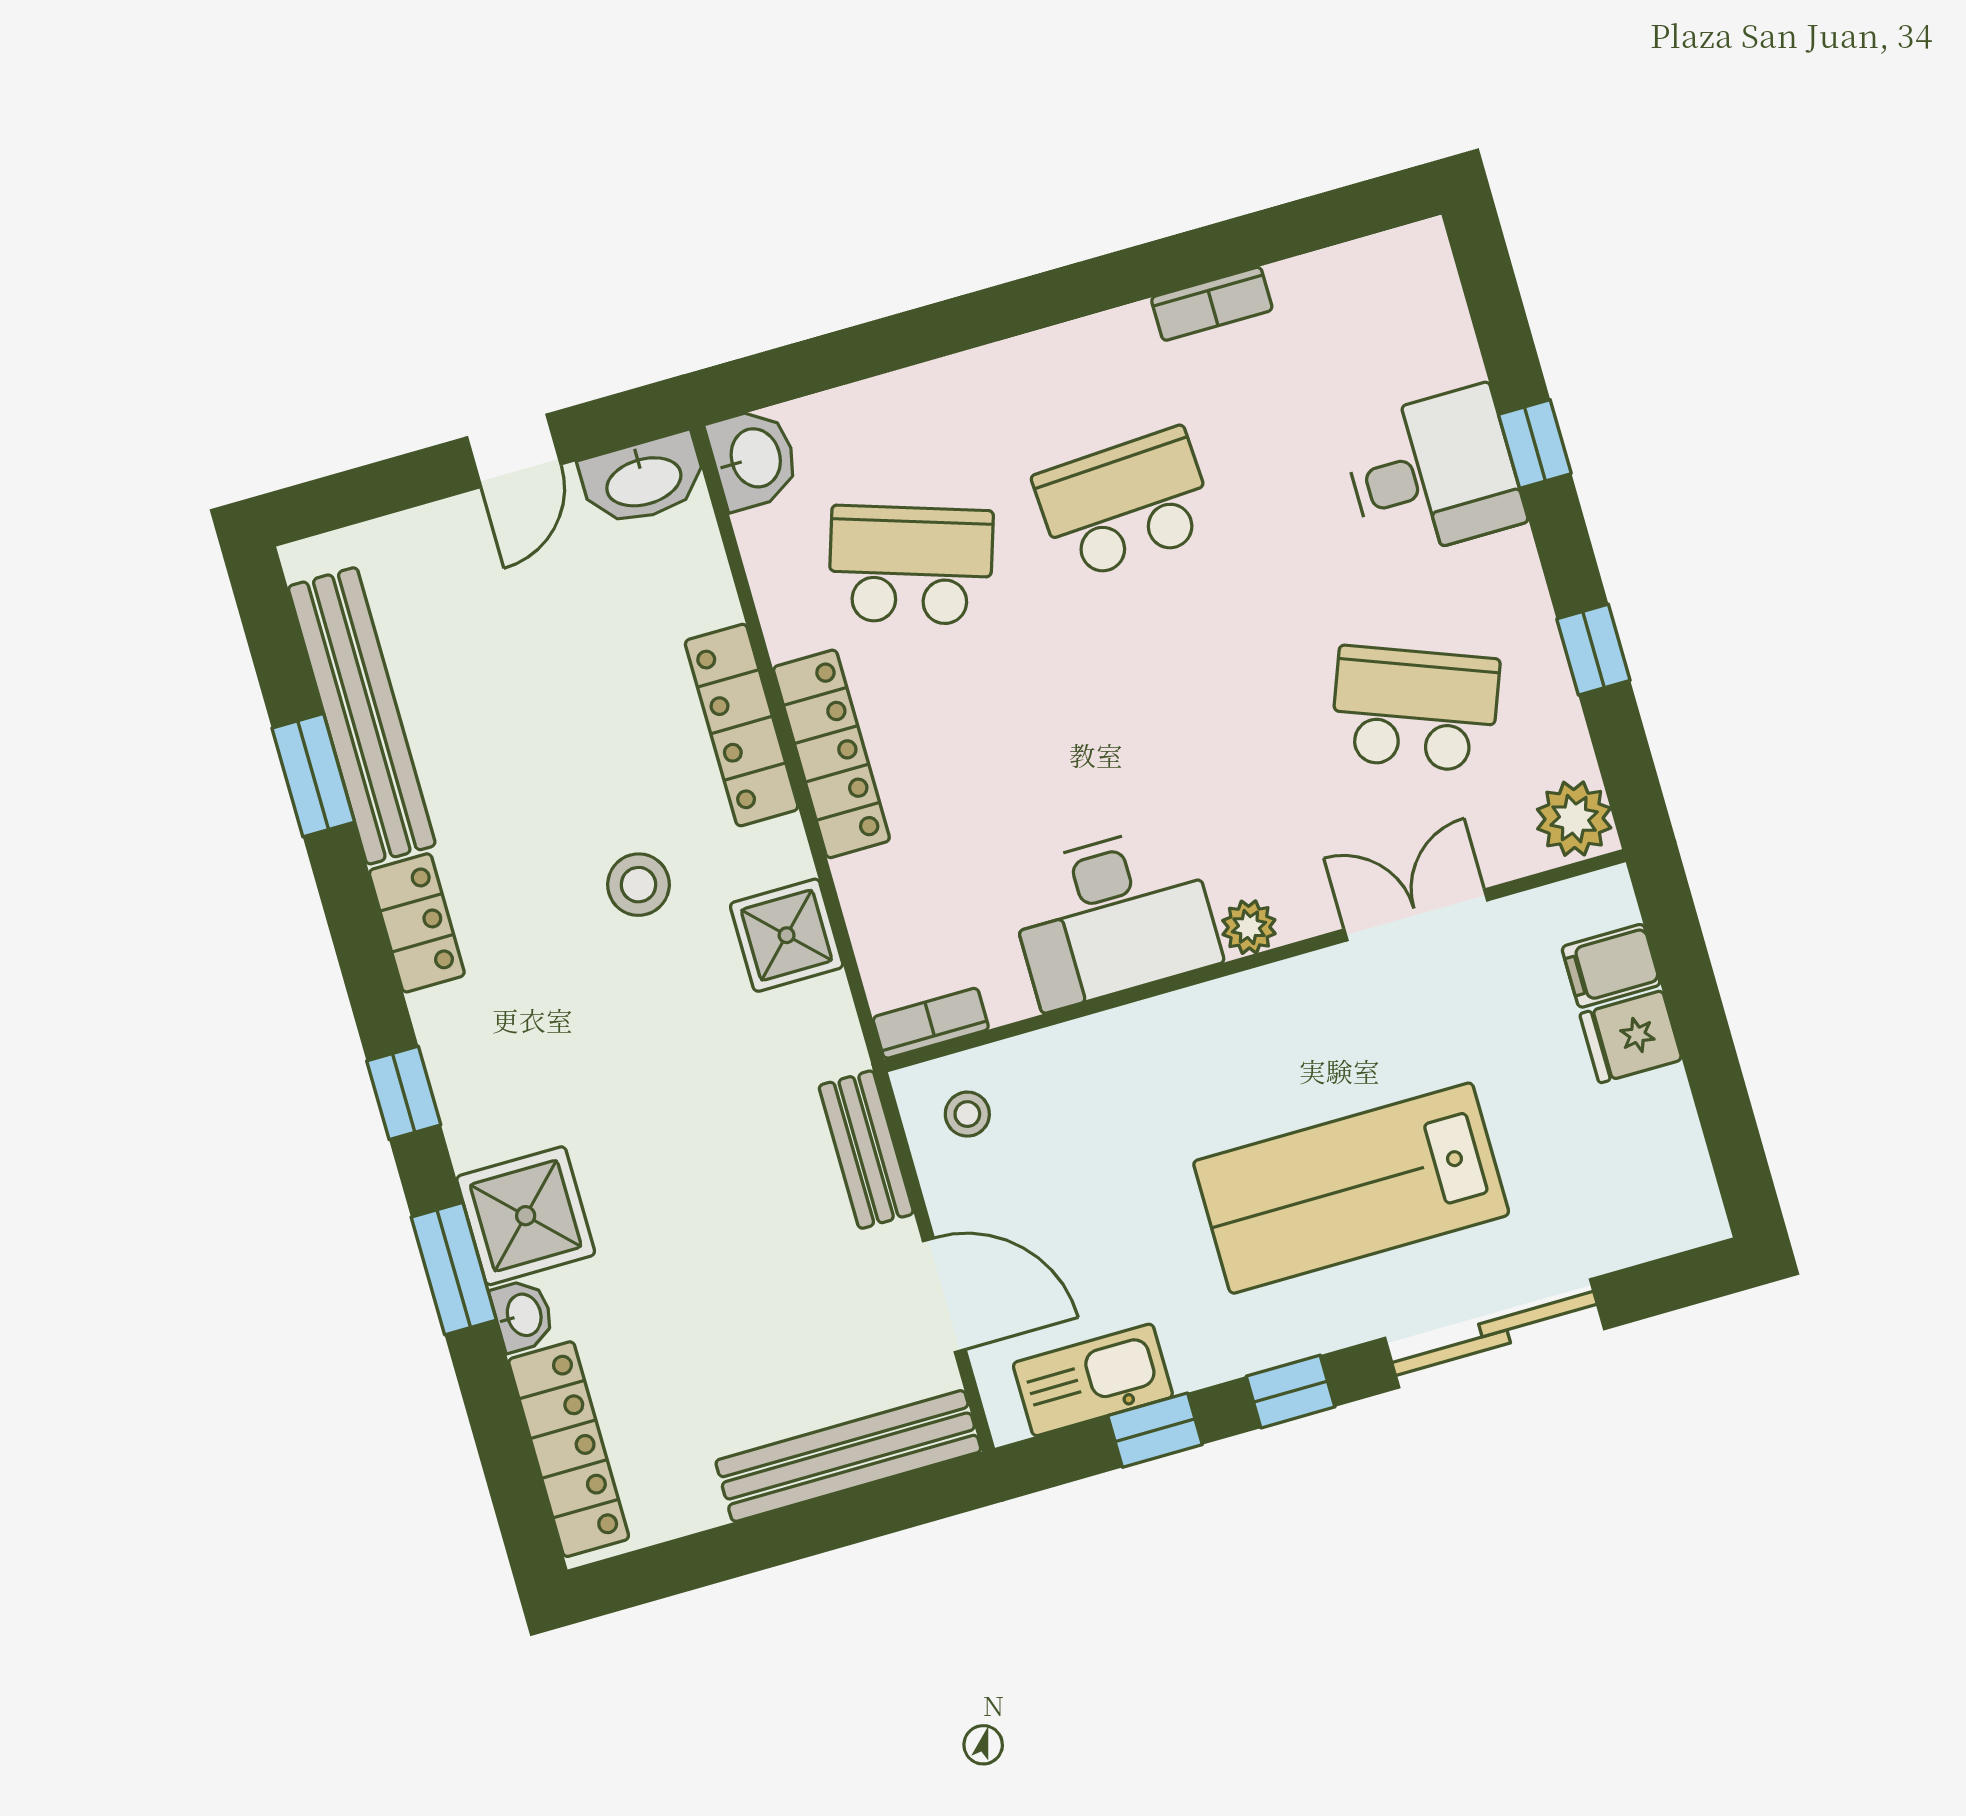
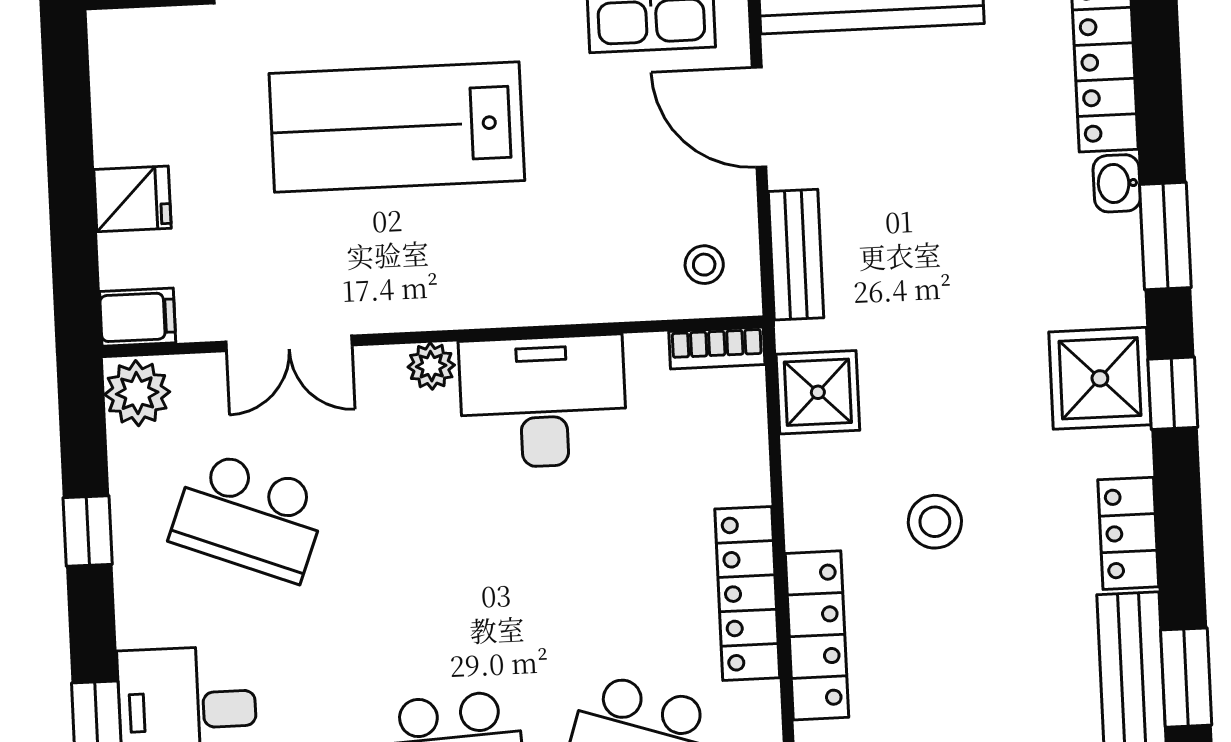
shower: (787, 935) -> (818, 392), moved
filing cabinet: (1611, 966) -> (138, 317), moved
lab bench: (1351, 1188) -> (397, 127), turned 180
shower: (526, 1216) -> (1100, 378), moved

